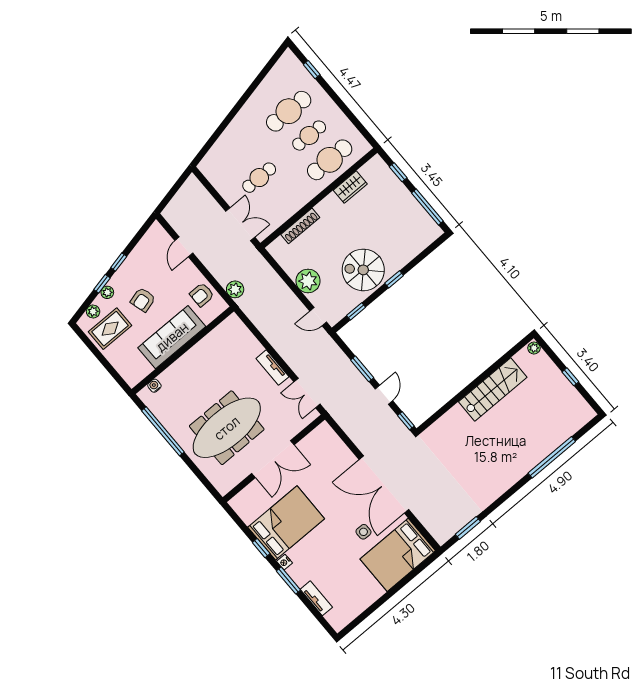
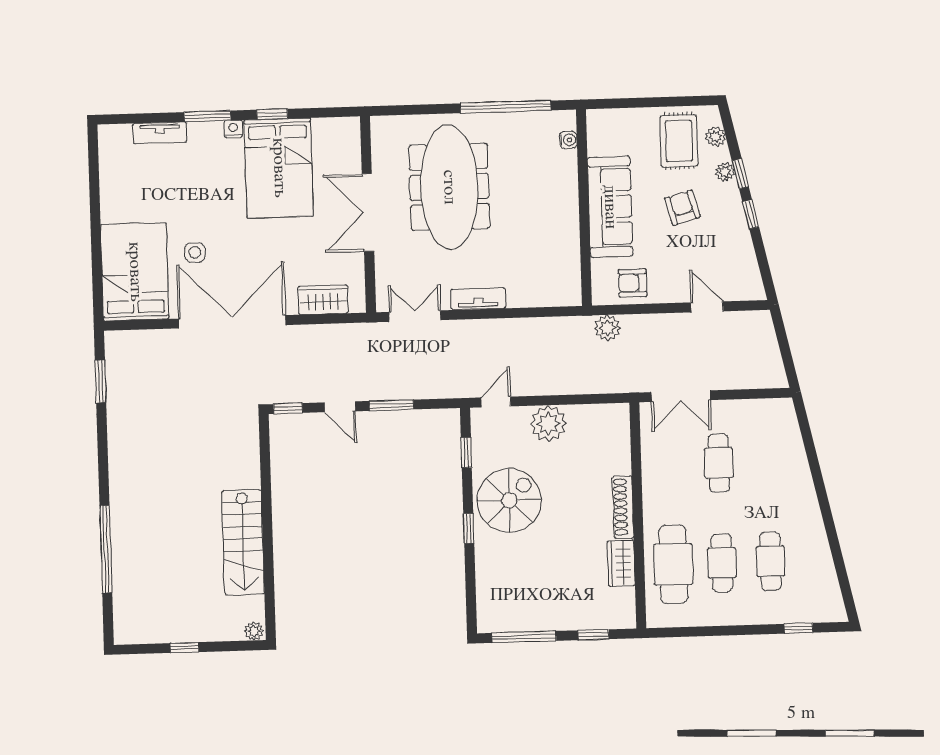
cafe table: (289, 111) -> (770, 561), width x0.73, depth x0.74
shoe rack: (300, 226) -> (623, 507), moved
armchair: (202, 295) -> (633, 283), turned -90
wardrobe: (336, 447) -> (323, 300), added

